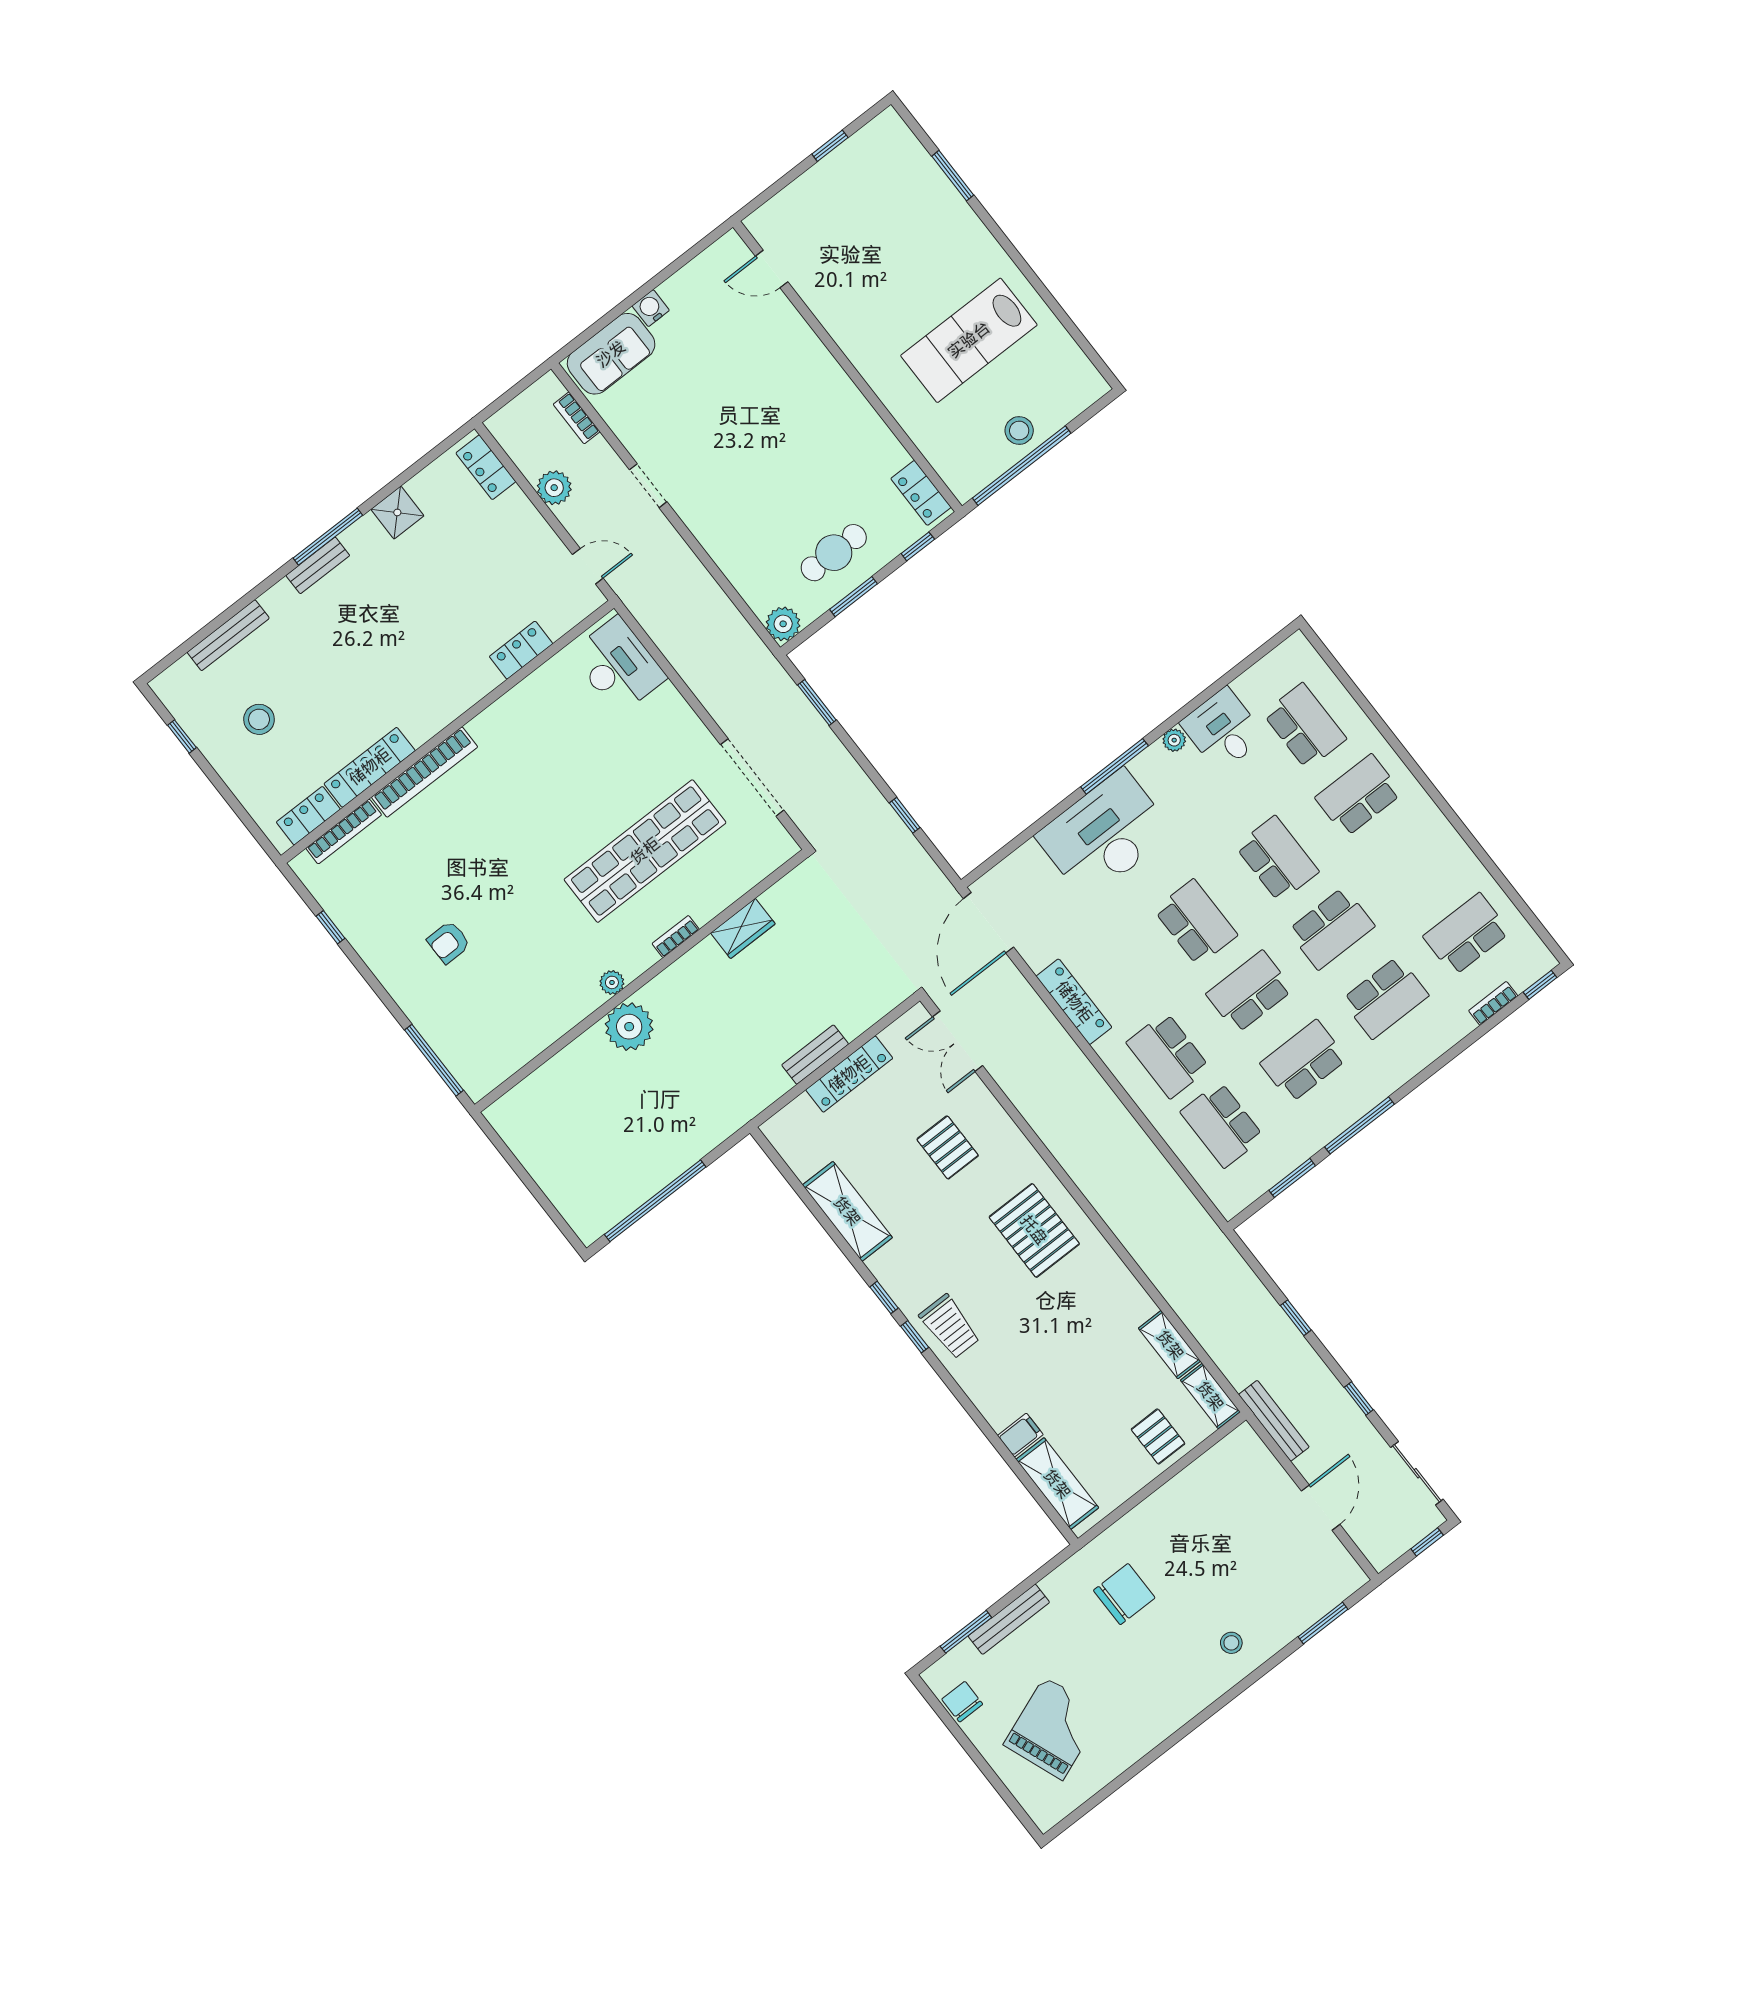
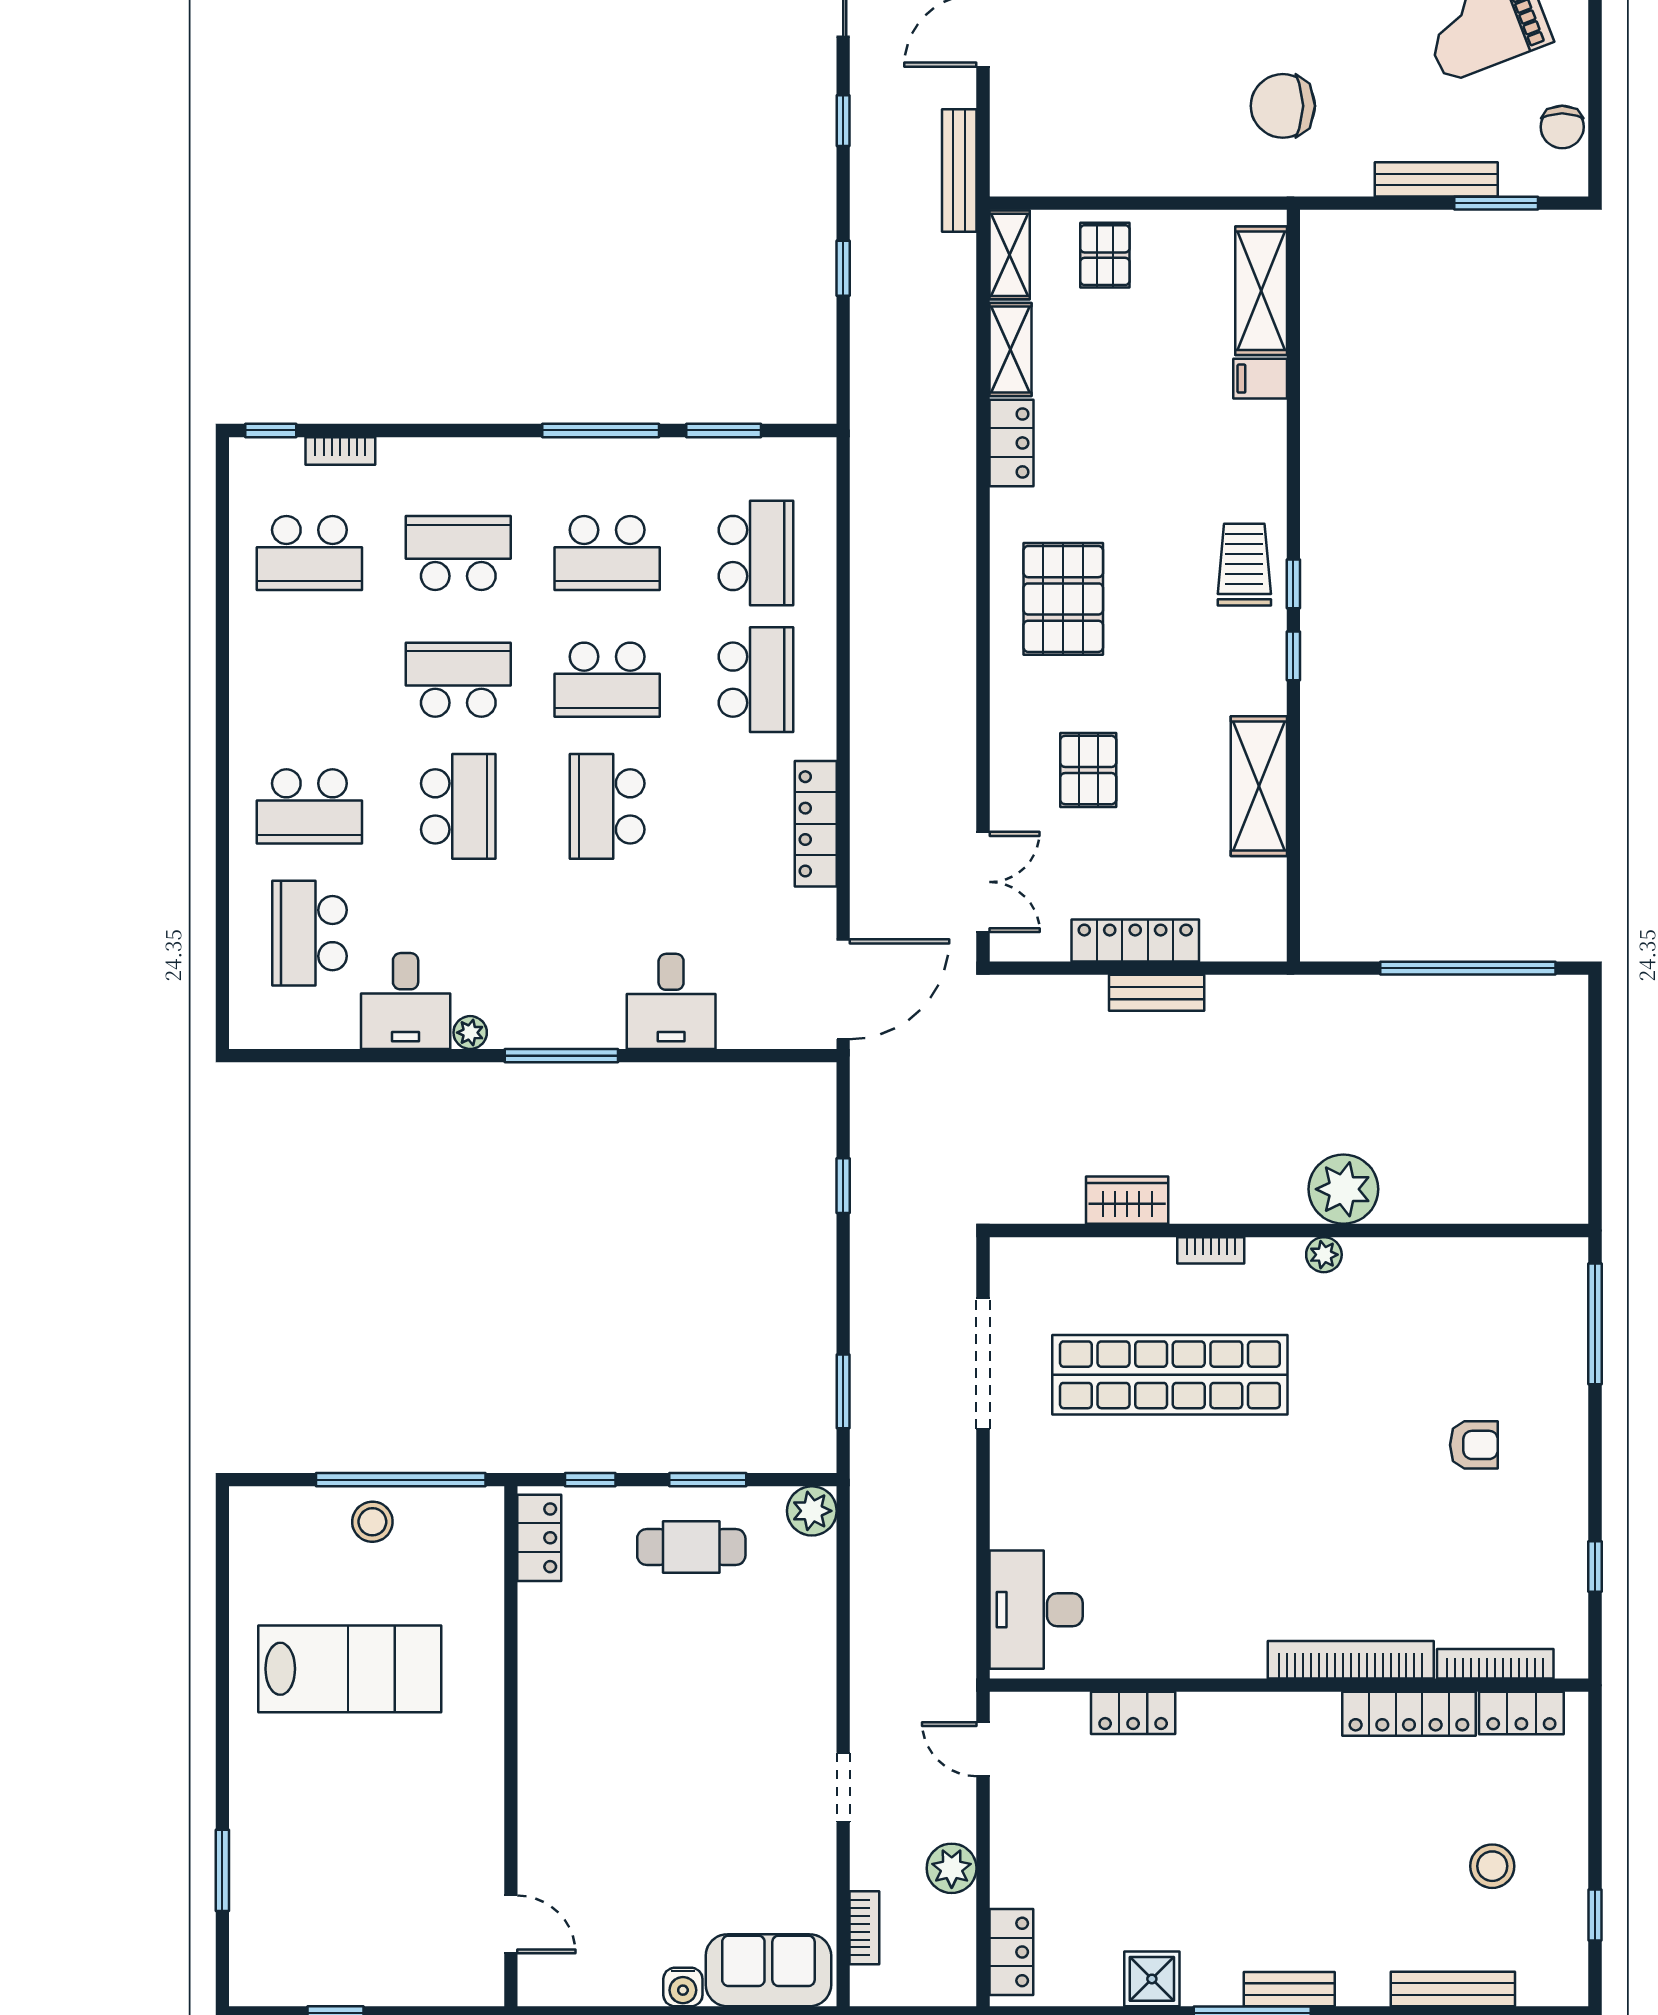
desk: (1105, 834) -> (671, 1001), width x0.53, depth x0.77
school desk: (1277, 859) -> (458, 806), turned 180
locker: (1129, 1294) -> (1011, 443), added

